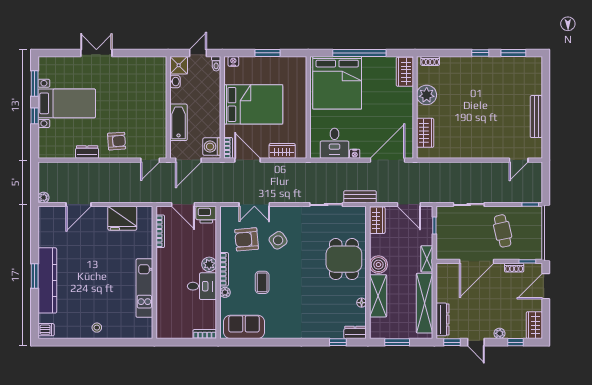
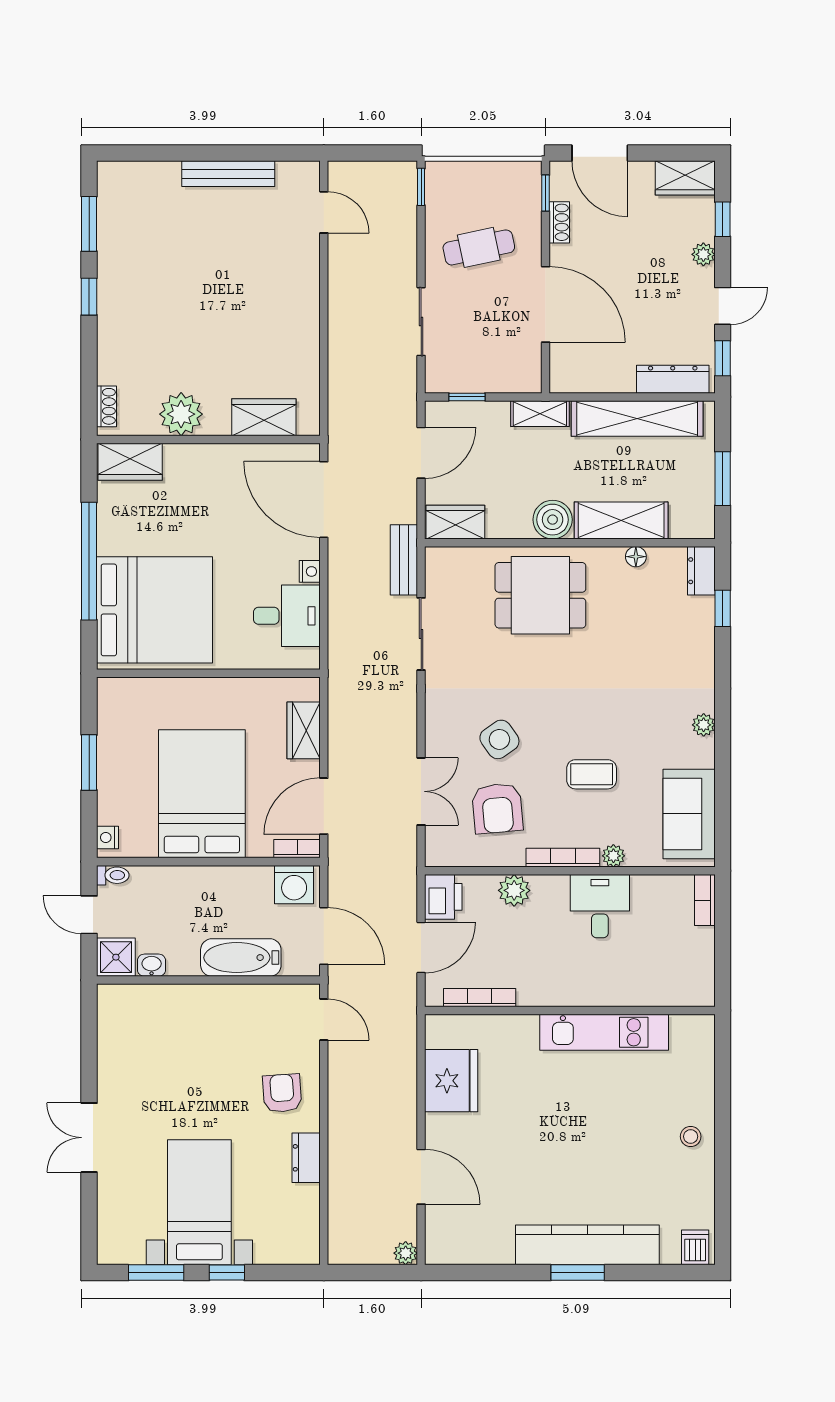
plant: (209, 264) -> (514, 890), moved
plant: (285, 333) -> (704, 725), added

